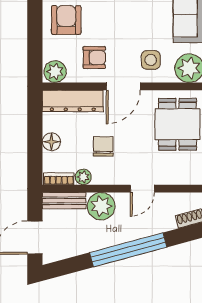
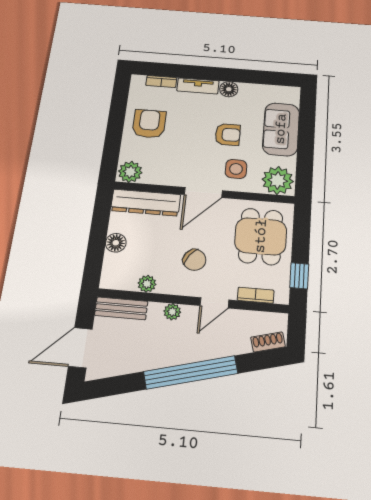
armchair: (94, 58) -> (228, 135), moved
chair: (103, 146) -> (194, 260), moved, turned 126
bookcase: (59, 179) -> (256, 295), moved
plant: (101, 206) -> (172, 312), width x0.53, depth x0.53

